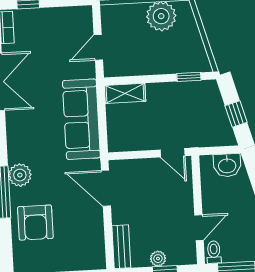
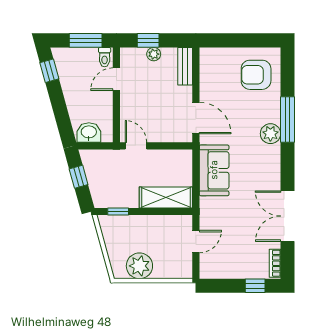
shelving: (125, 93) -> (166, 197), width x1.50, depth x1.33
sofa: (81, 119) -> (214, 170), width x0.73
armchair: (35, 223) -> (256, 75), moved, turned -90

